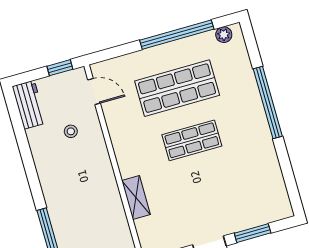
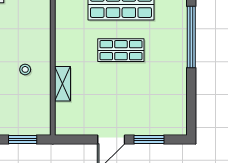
stool: (71, 131) -> (25, 69), moved

